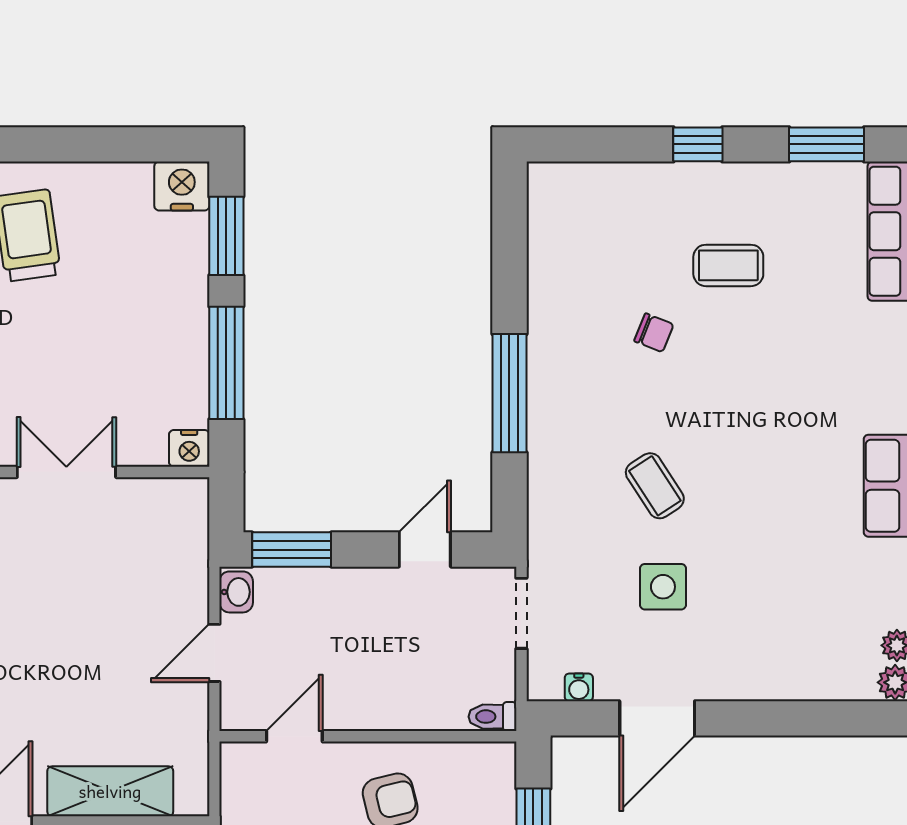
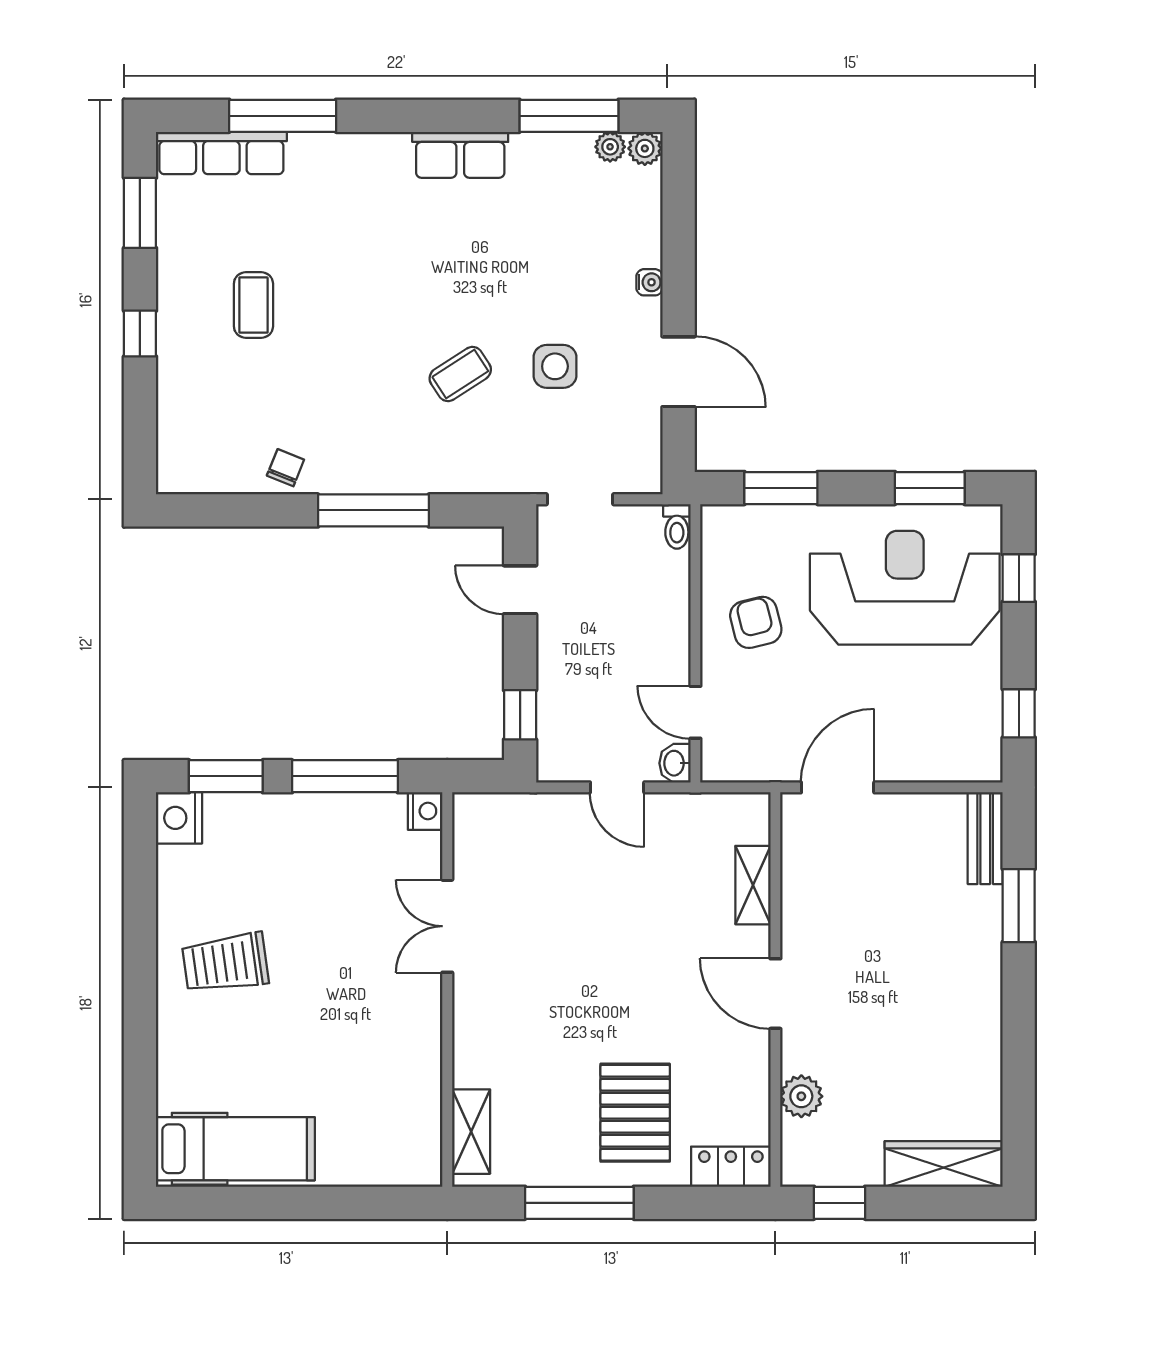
chair: (654, 333) -> (285, 468), moved
window: (292, 550) -> (520, 715), width x0.67
washbasin: (236, 592) -> (675, 763), moved, turned -90
water cooler: (579, 687) -> (649, 282), moved
shelving: (110, 791) -> (753, 885), width x0.67, depth x0.75

